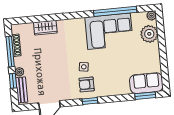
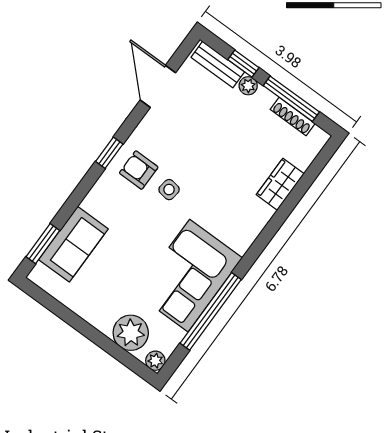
sofa: (146, 83) -> (73, 244), moved
armchair: (87, 84) -> (139, 170), turned -90

